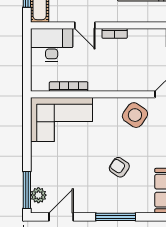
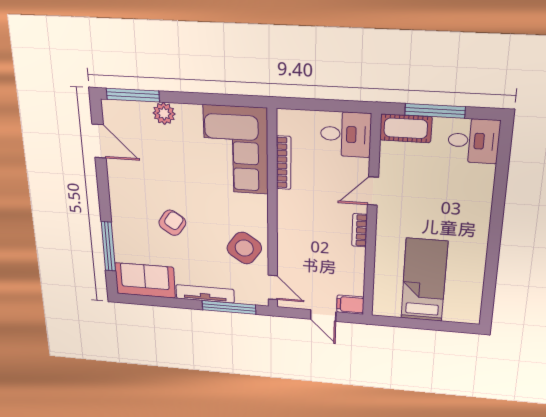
desk: (52, 45) -> (346, 134), width x0.73
plant: (38, 195) -> (164, 113), moved
window: (116, 217) -> (108, 246), moved

